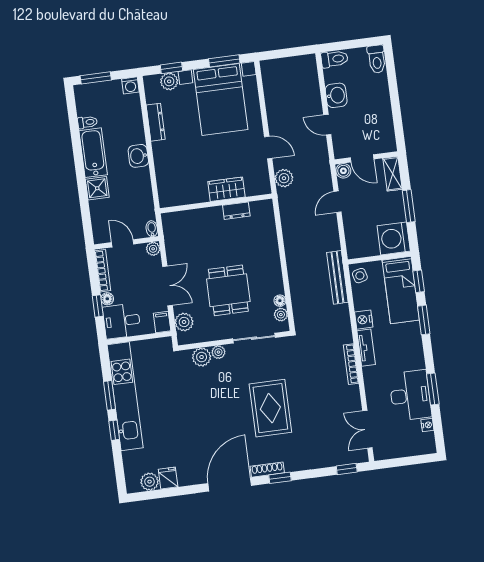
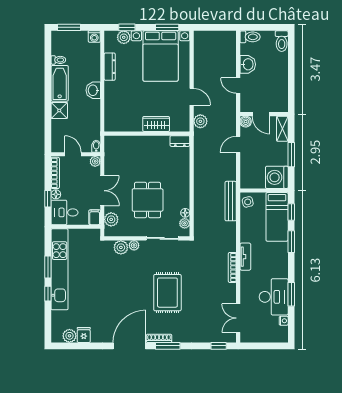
dresser: (236, 211) -> (180, 141), moved
nightstand: (364, 320) -> (246, 235), removed
window: (280, 478) -> (168, 346), width x1.50

